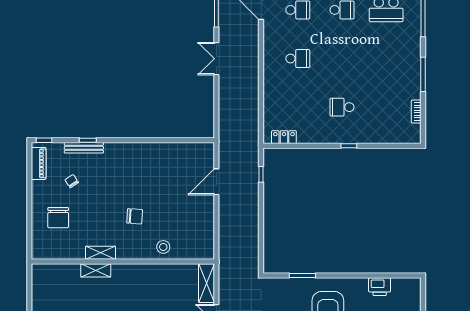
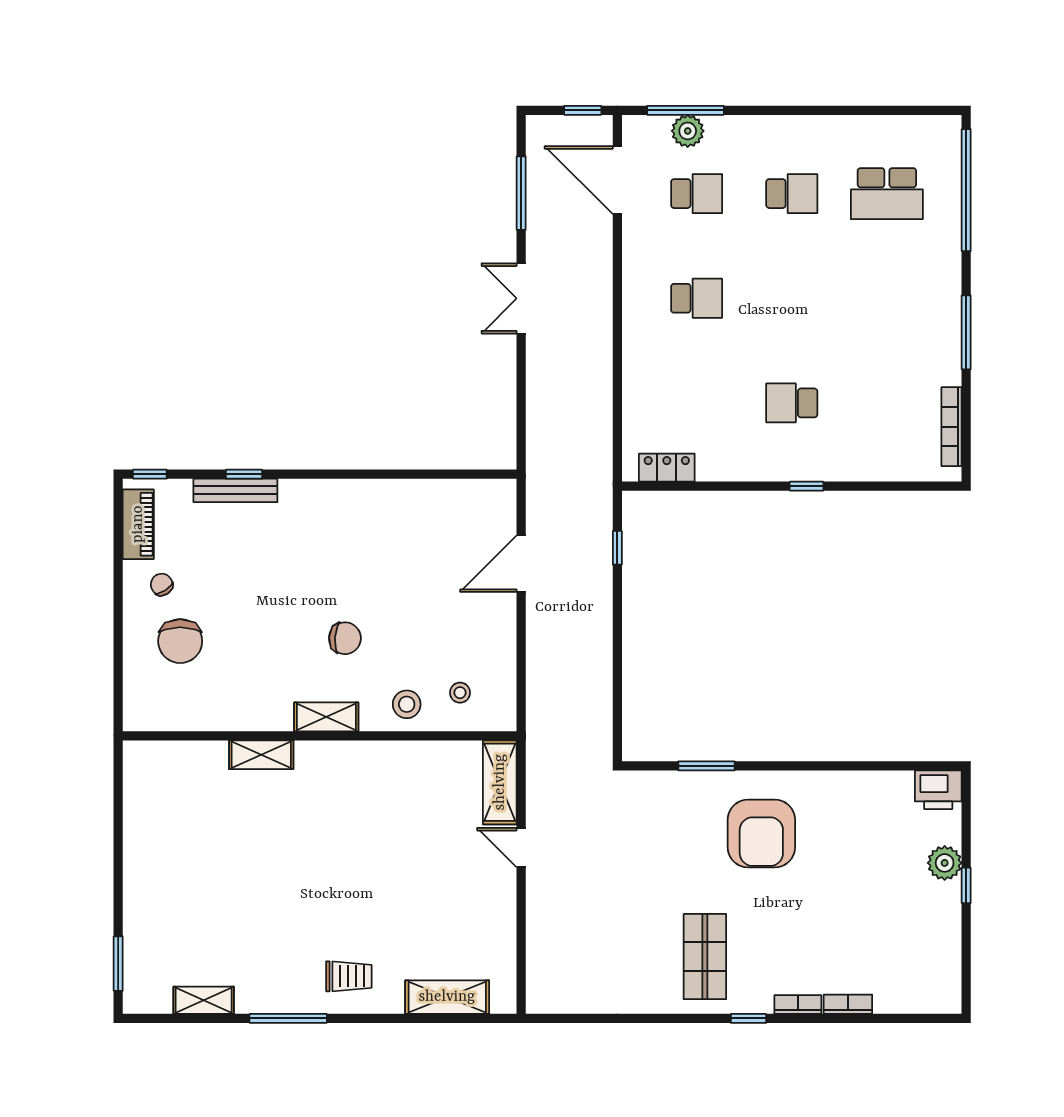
bookcase: (416, 112) -> (952, 427), width x1.56
chair: (72, 181) -> (162, 585), moved
stool: (188, 242) -> (460, 693), added
shelving: (101, 253) -> (326, 717), moved
printer: (380, 287) -> (938, 790), moved

